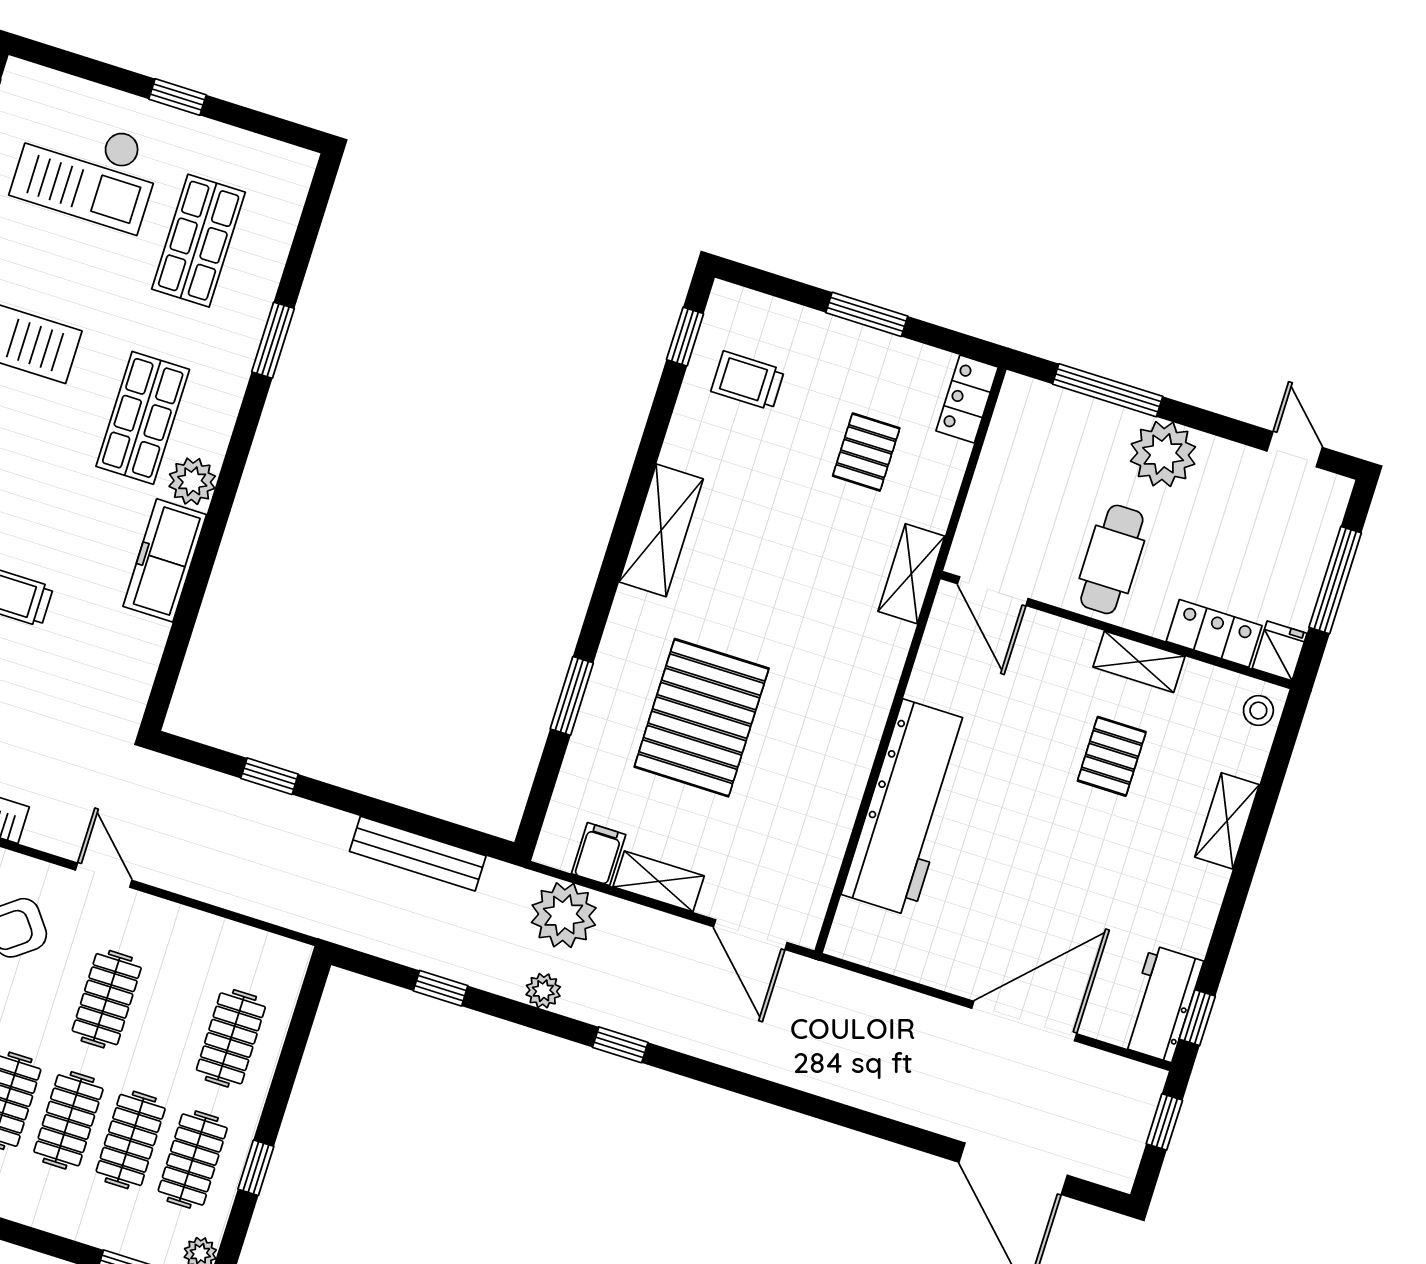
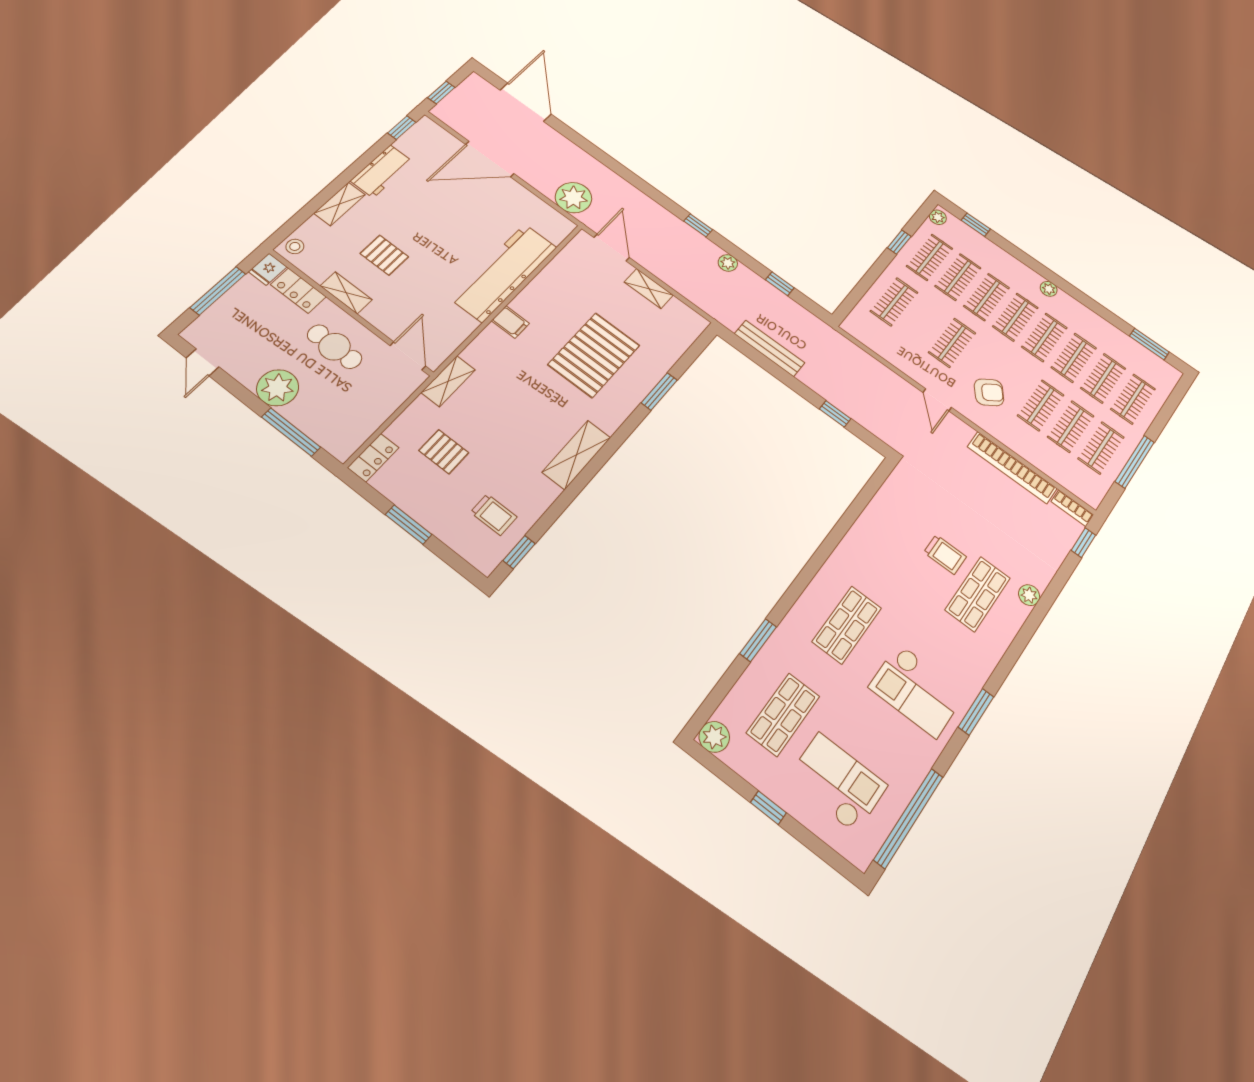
pallet: (866, 452) -> (444, 452), turned 90
plant: (192, 481) -> (714, 737), moved
cafe table: (1112, 559) -> (335, 347), turned 90
freezer: (165, 560) -> (858, 543), removed
pallet: (1112, 756) -> (384, 255), turned 90
filing cabinet: (599, 854) -> (510, 322), moved, turned -90
plant: (564, 915) -> (573, 198), moved
workbench: (1161, 1004) -> (382, 171), moved

